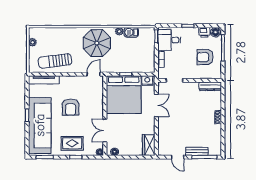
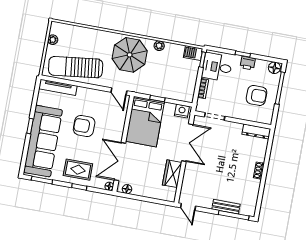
barbecue: (131, 32) -> (193, 53), moved
printer: (204, 32) -> (248, 63), moved
armchair: (205, 57) -> (257, 95), turned 180
sun lounger: (55, 61) -> (76, 67), width x1.36, depth x1.34
door: (94, 74) -> (119, 91), swing flipped
bed: (124, 95) -> (145, 122), width x0.73
double door: (156, 105) -> (187, 143), width x1.37
armchair: (71, 107) -> (84, 126), turned 90
double door: (105, 131) -> (120, 162), width x1.37
wardrobe: (149, 145) -> (172, 174), moved
door: (178, 157) -> (188, 207), moved

